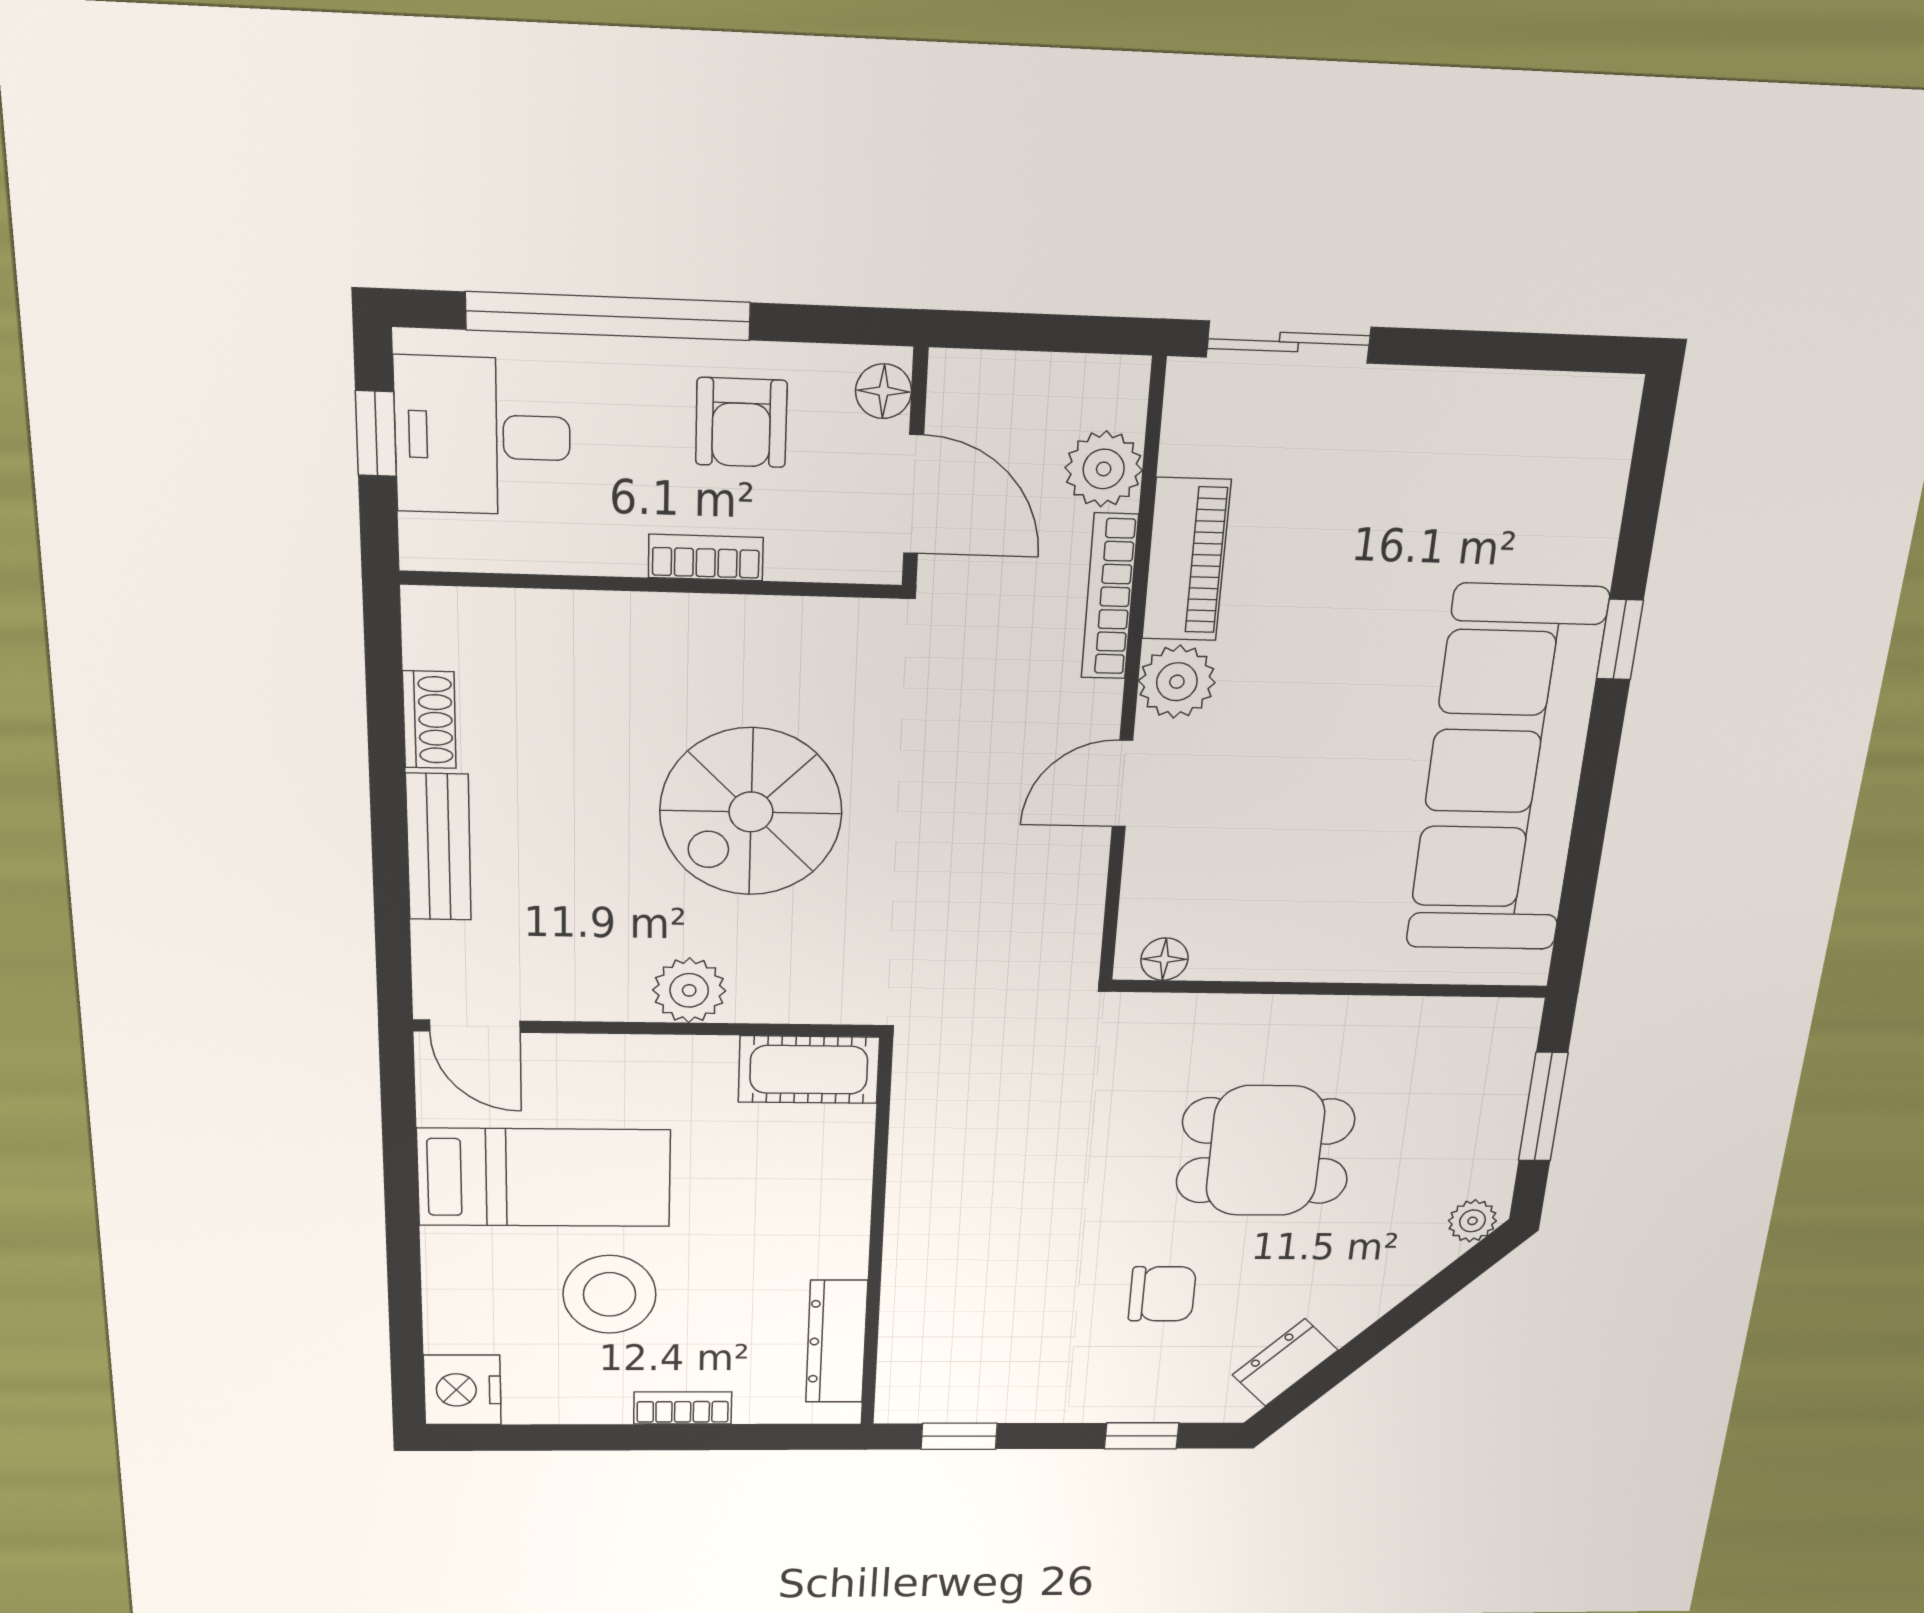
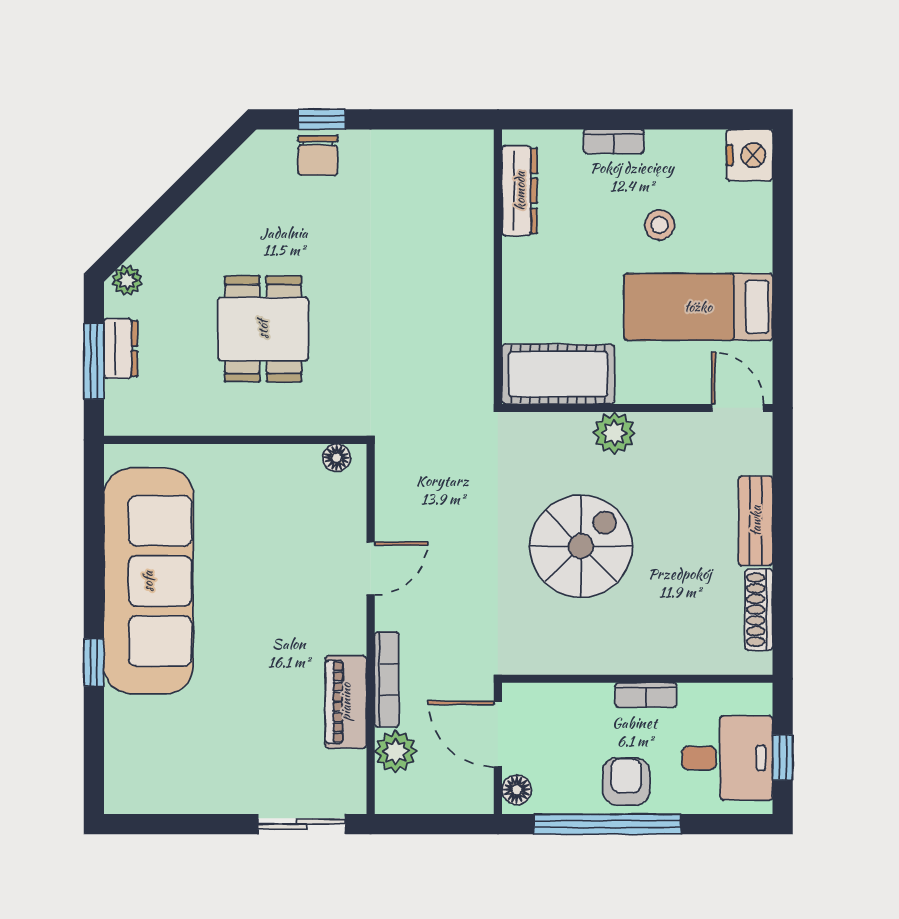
window: (608, 316) -> (607, 824), moved
armchair: (741, 423) -> (626, 782), moved
bookcase: (706, 558) -> (646, 695), moved
plant: (1177, 682) -> (345, 631), removed
shoe rack: (429, 720) -> (759, 610), width x1.43
cot: (809, 1070) -> (558, 374), width x1.37, depth x1.34
dining table: (1265, 1151) -> (263, 329), turned 90
stool: (609, 1294) -> (659, 225), width x0.53, depth x0.53
chair: (1162, 1294) -> (318, 155), moved, turned -90
dresser: (1285, 1363) -> (121, 348), moved, turned -45
window: (959, 1436) -> (439, 119), removed

